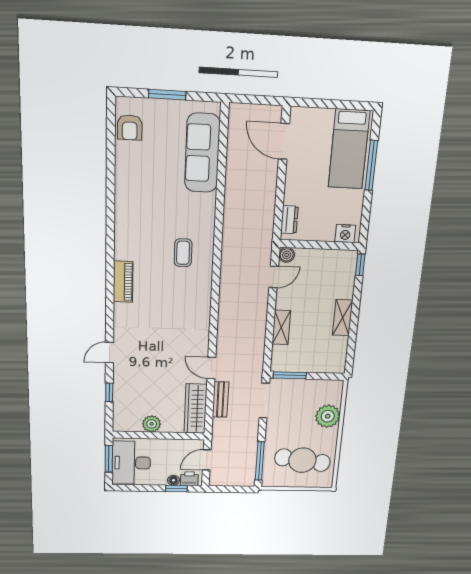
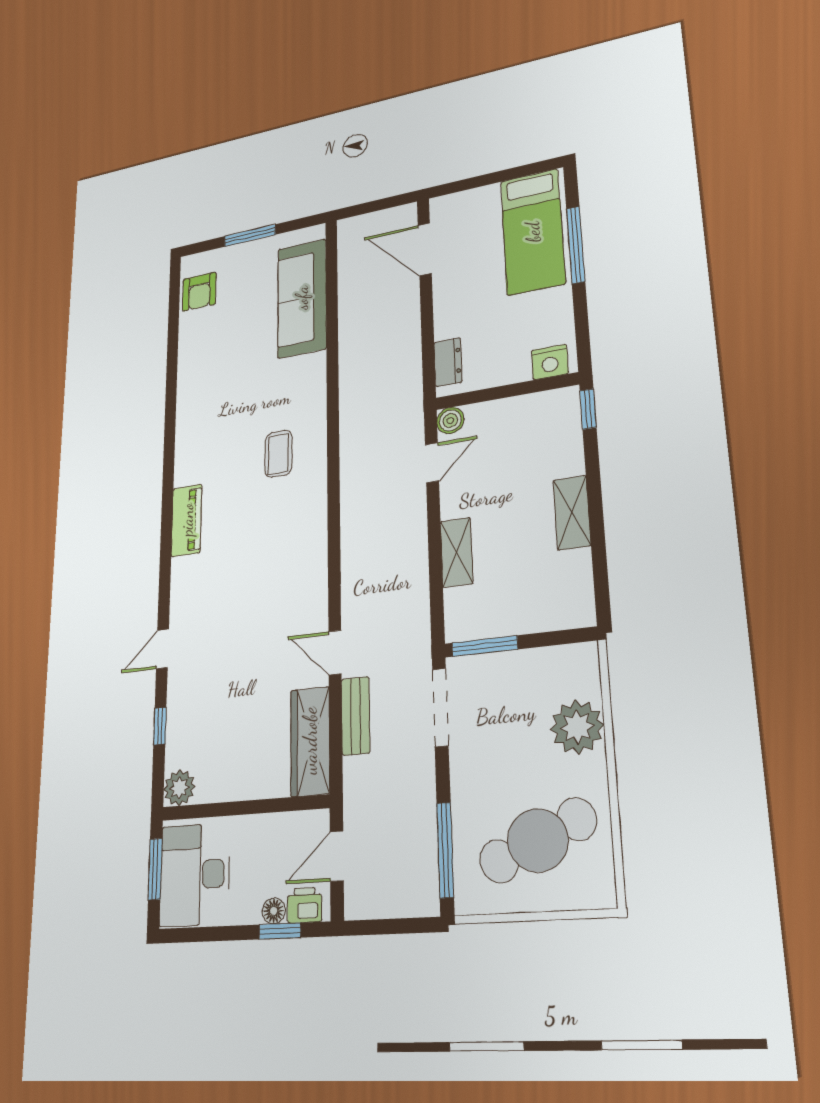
plant: (152, 424) -> (179, 788), moved
cafe table: (302, 460) -> (538, 840), turned -32

